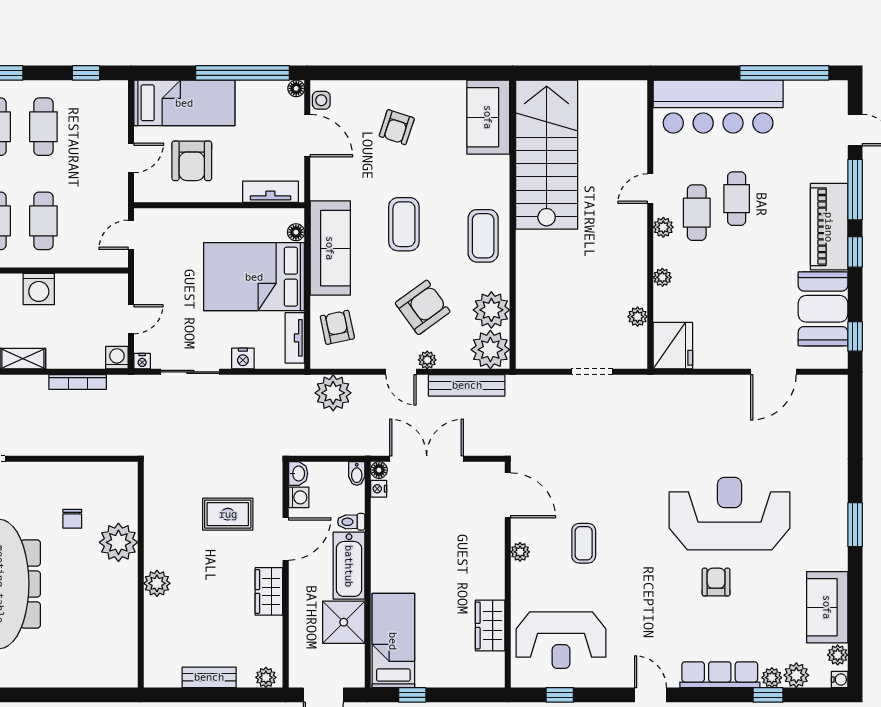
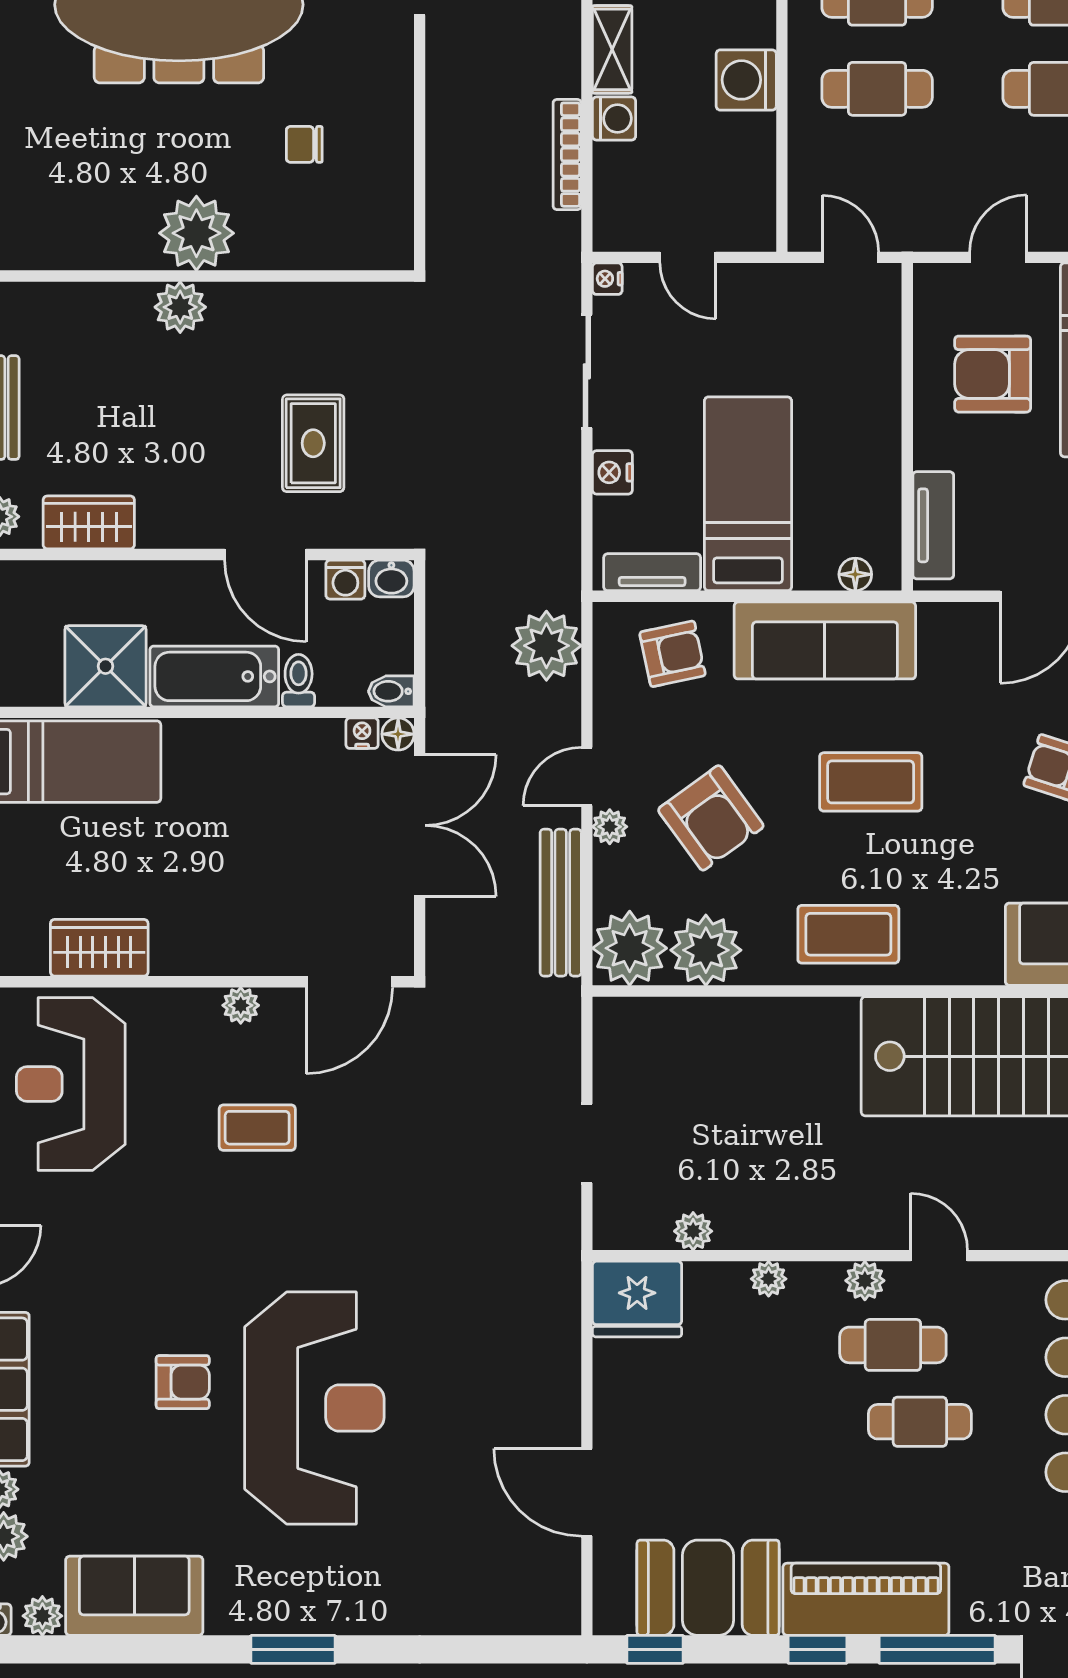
door: (131, 158) -> (998, 257), swing flipped
bed: (254, 277) -> (748, 494), width x0.67
washing machine: (117, 358) -> (614, 119), moved
plant: (118, 542) -> (196, 233), moved
wardrobe: (269, 591) -> (89, 522), moved

